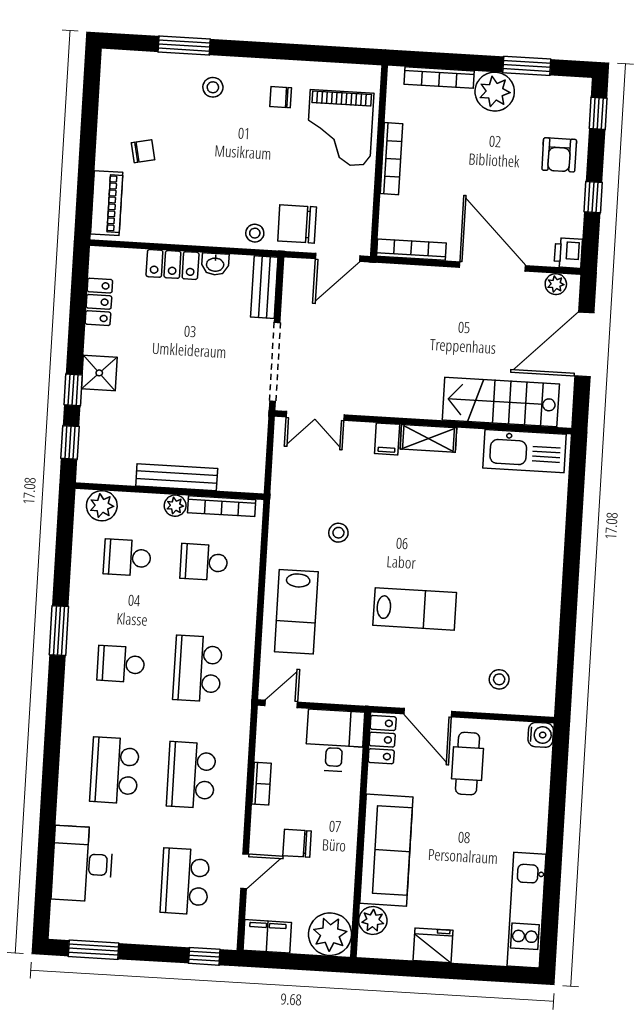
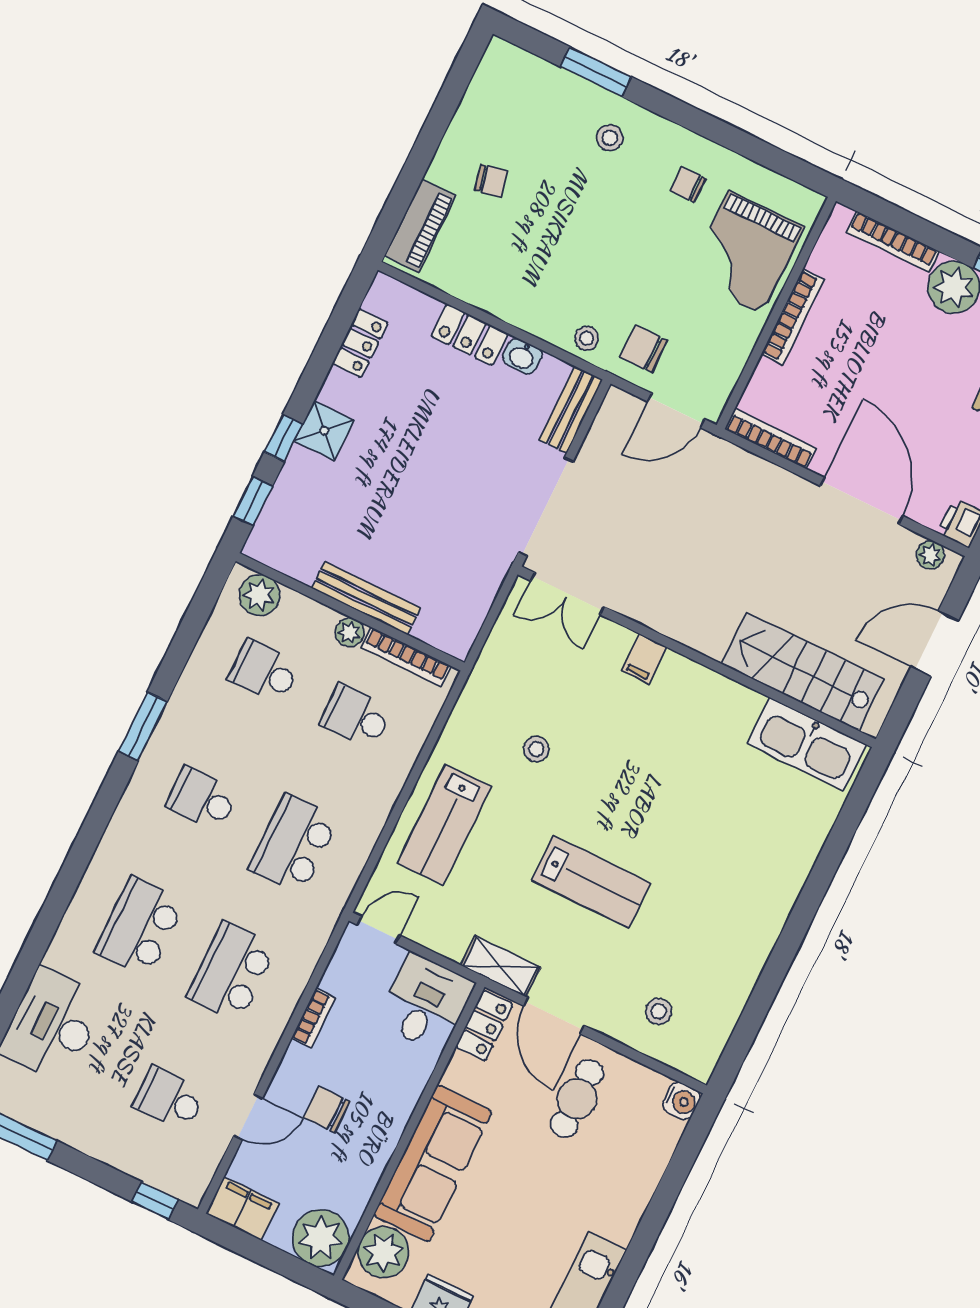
chair: (297, 224) -> (643, 349), width x0.73, depth x0.73
door: (584, 344) -> (935, 644), width x0.73
shelving: (428, 438) -> (500, 966), moved
school desk: (185, 881) -> (169, 1099), width x0.54
plant: (373, 921) -> (383, 1252), width x1.36, depth x1.36

